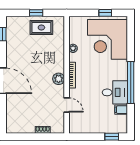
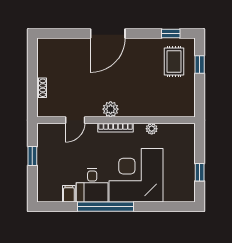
window: (36, 13) -> (200, 64), moved
rug: (41, 28) -> (174, 61), moved
corner desk: (107, 39) -> (136, 175), moved
window: (112, 137) -> (32, 156), moved

